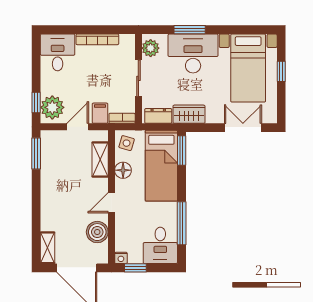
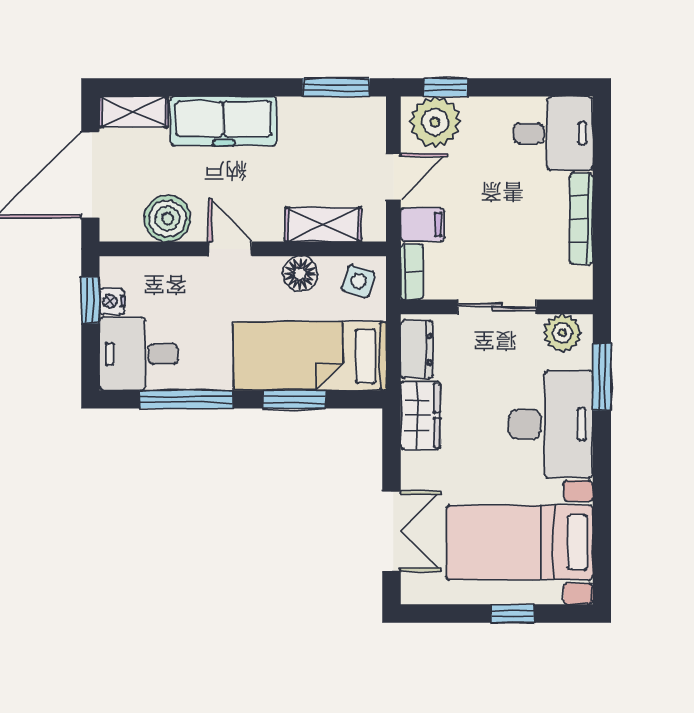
window: (190, 30) -> (602, 377), moved
door: (78, 127) -> (393, 177), hinge flipped
window: (182, 150) -> (294, 399), moved
freezer: (52, 206) -> (223, 121), added
nightstand: (121, 258) -> (112, 301), moved

